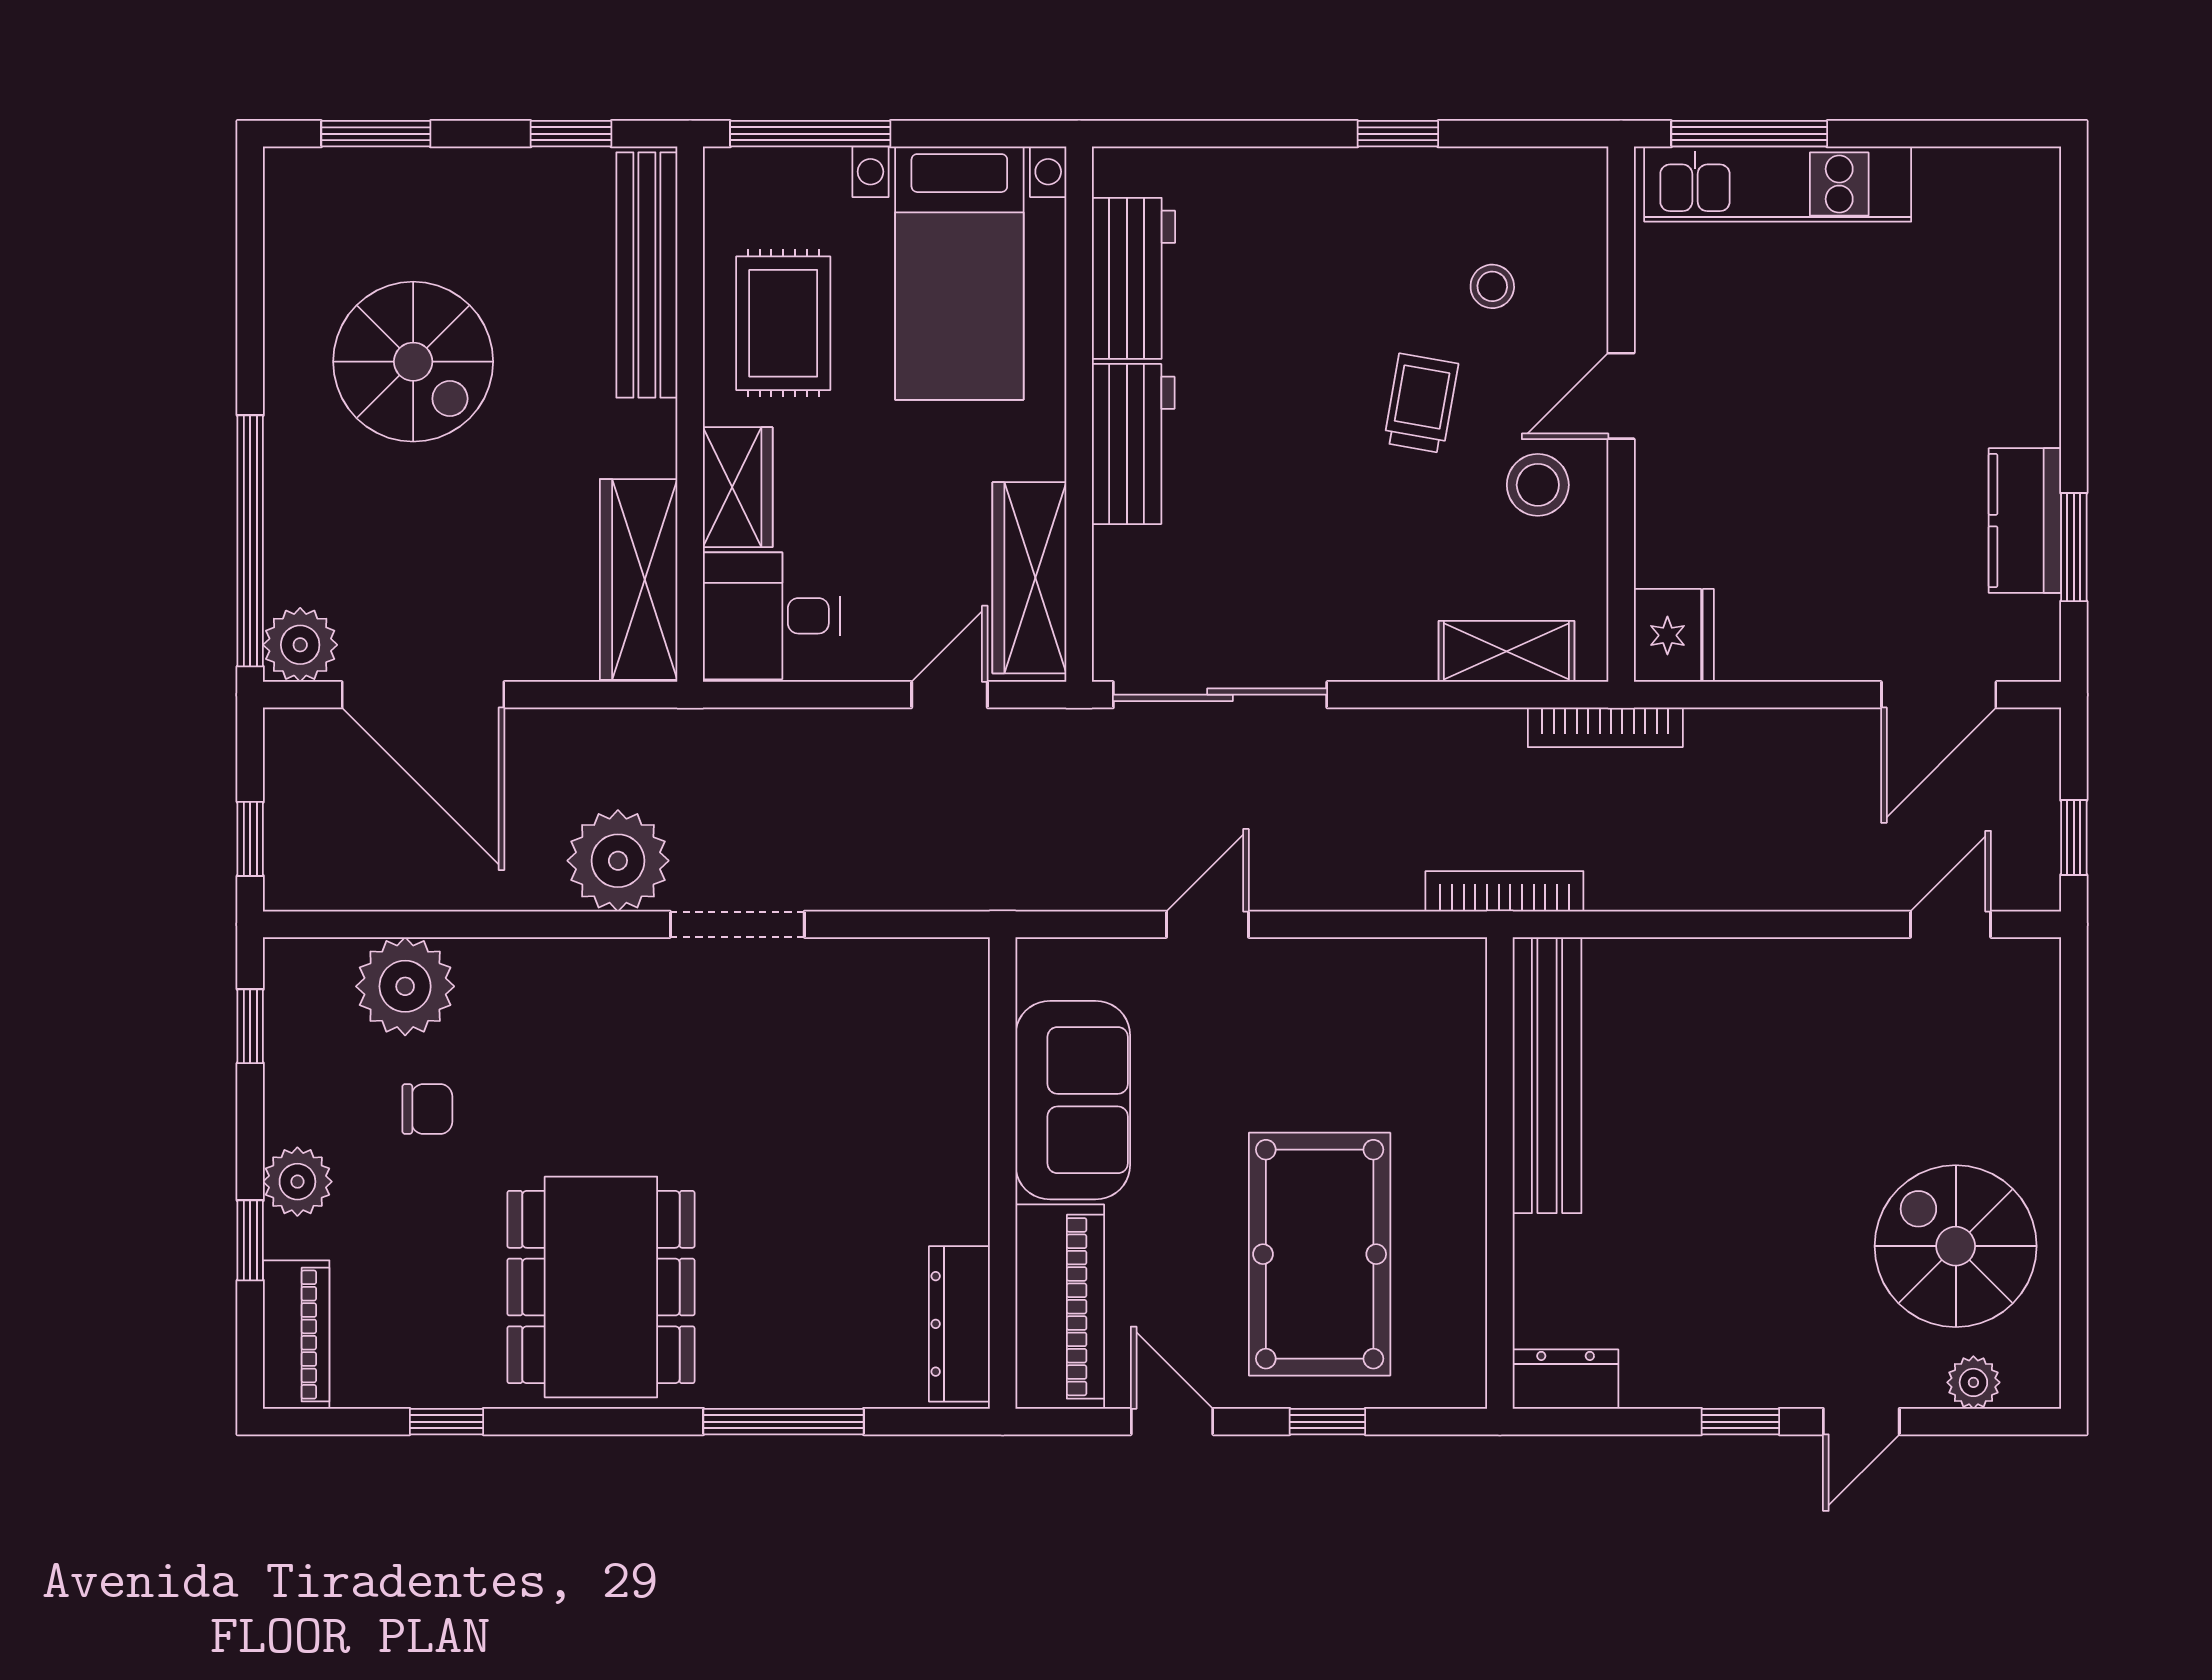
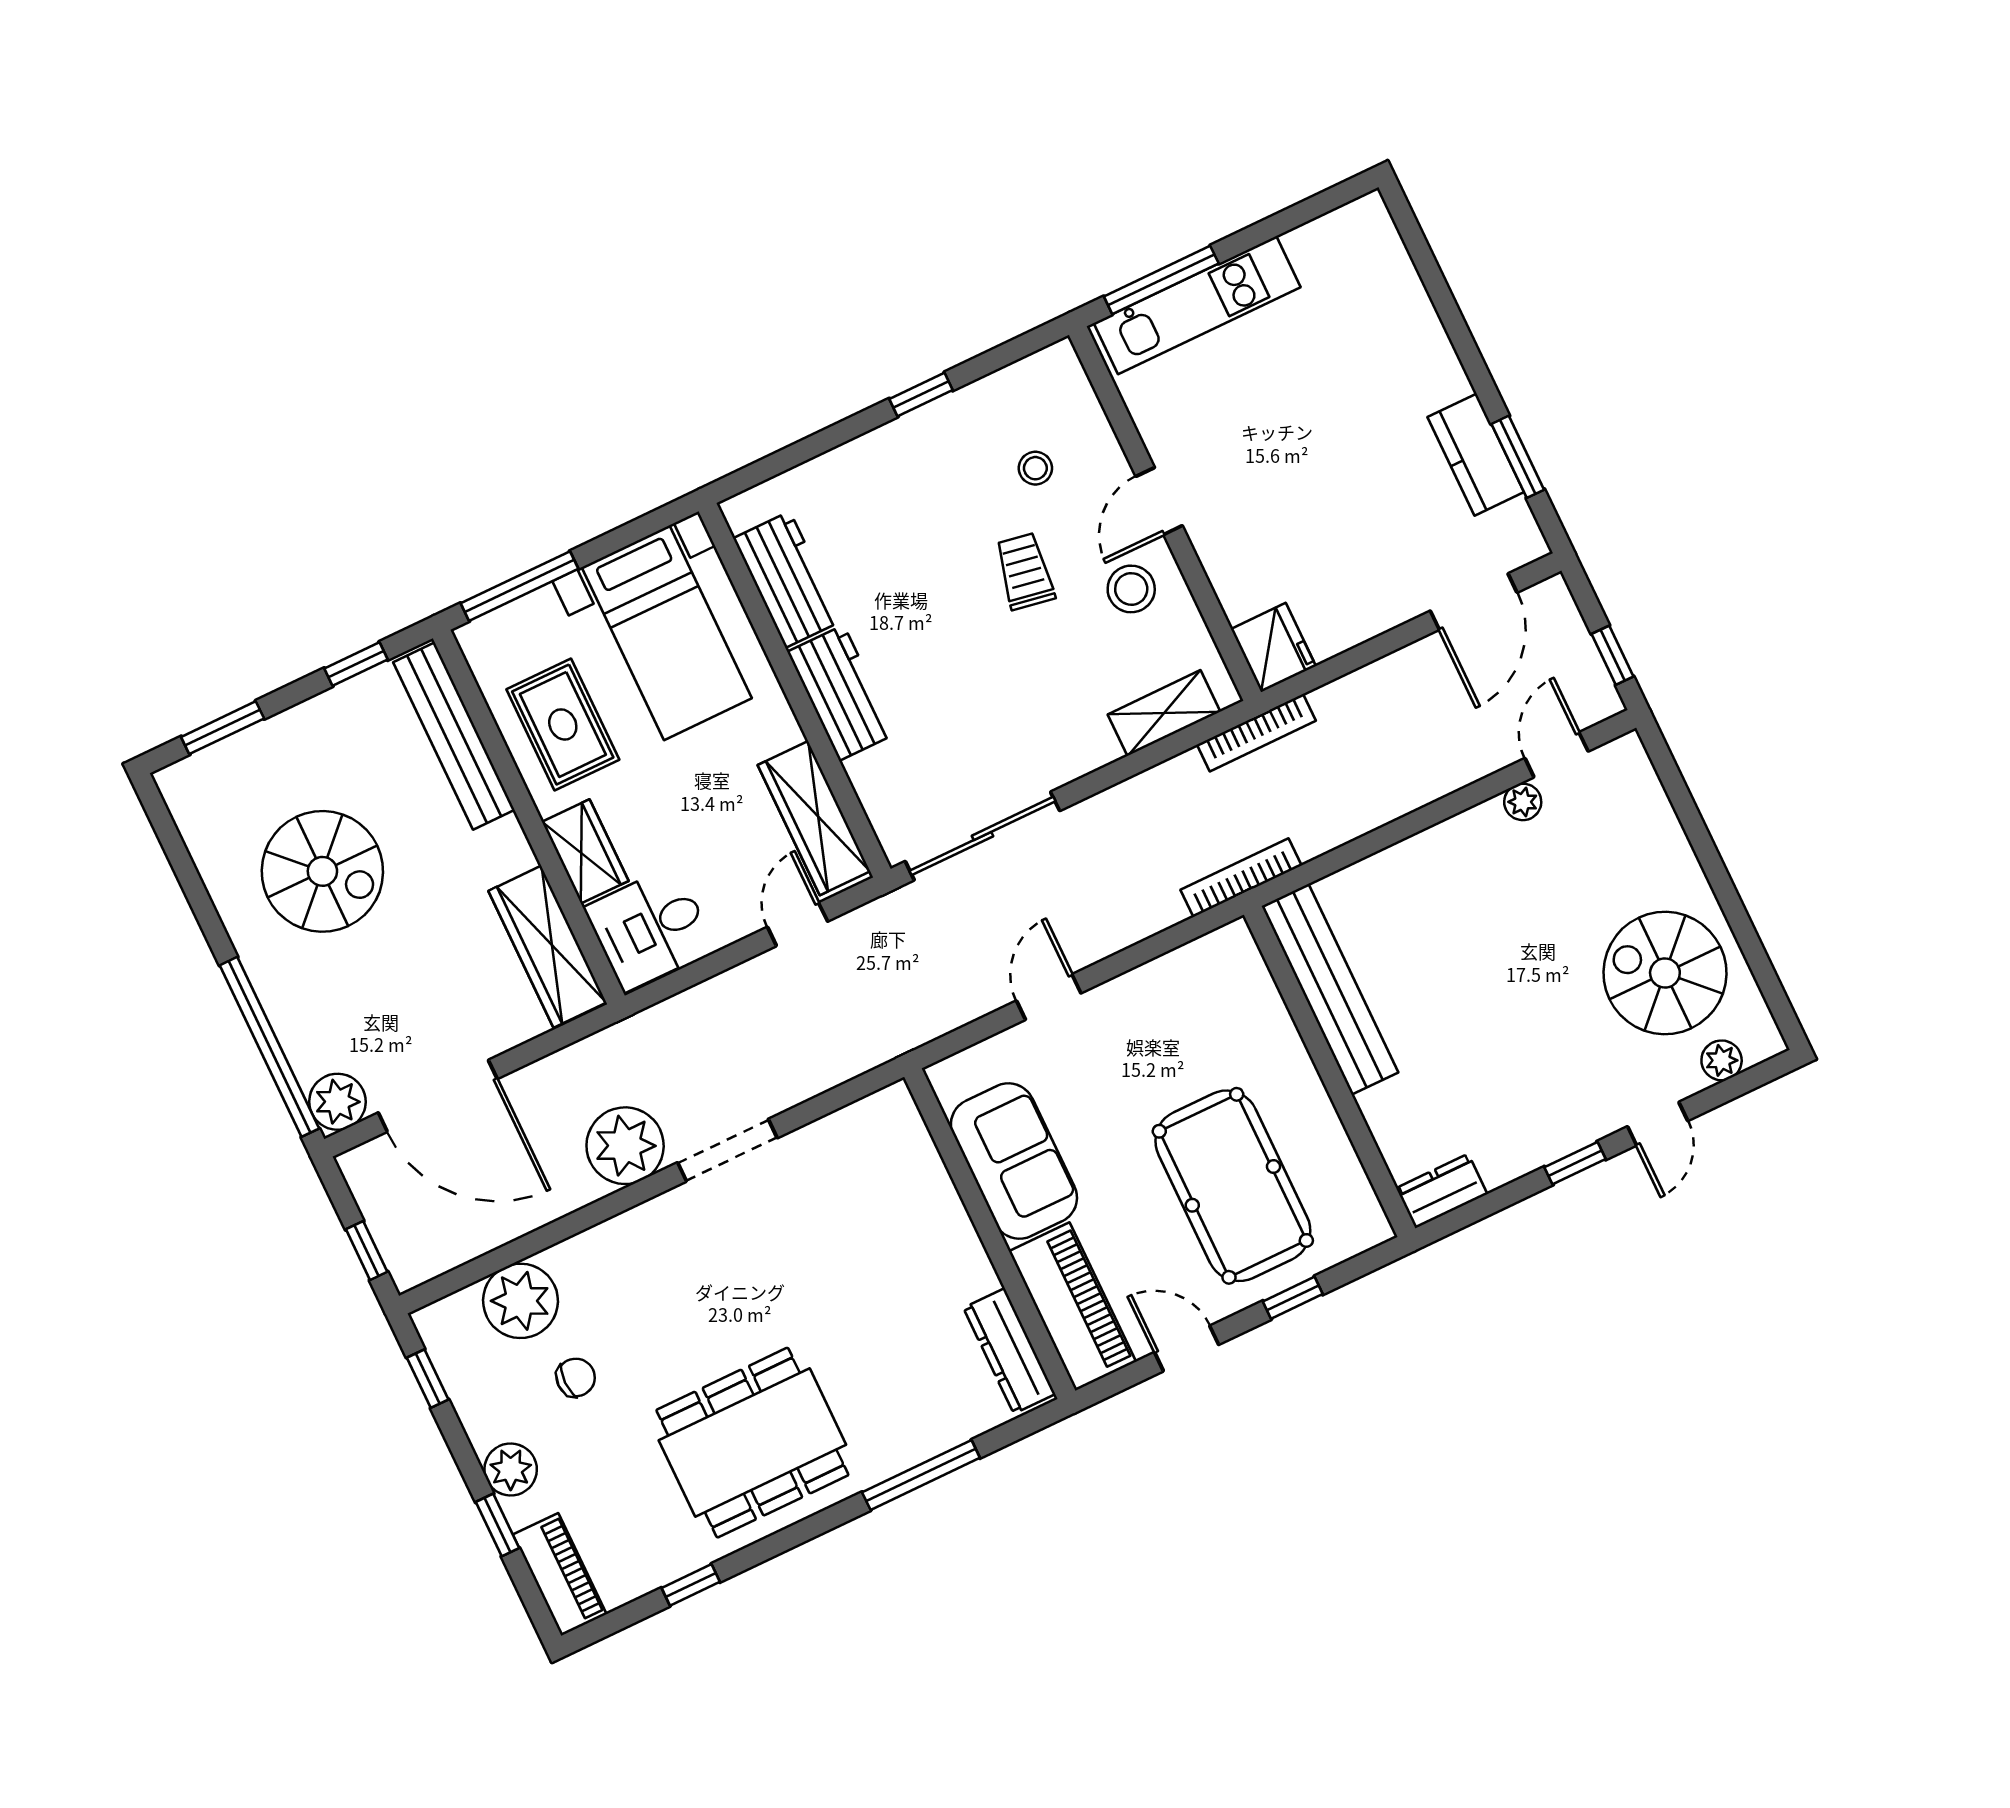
plant: (1883, 961) -> (1523, 802), added
dining table: (601, 1287) -> (752, 1443), turned 90

